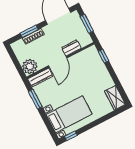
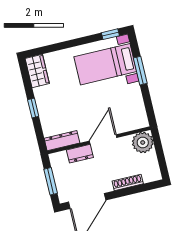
window: (29, 31) -> (132, 190), removed
window: (104, 56) -> (33, 108), moved
dresser: (40, 78) -> (62, 141), moved
window: (35, 99) -> (140, 71), moved

